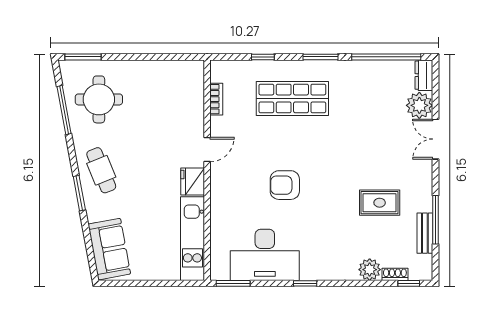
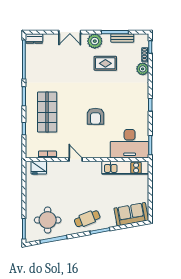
plant: (419, 105) -> (95, 41), moved
fridge: (193, 181) -> (39, 168), moved
rug: (380, 203) -> (105, 63), turned 90
desk: (265, 255) -> (130, 144), moved, turned 90

